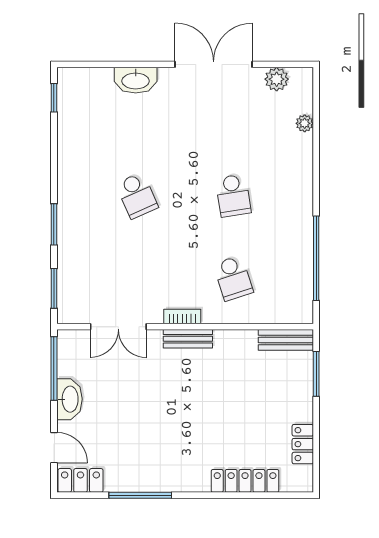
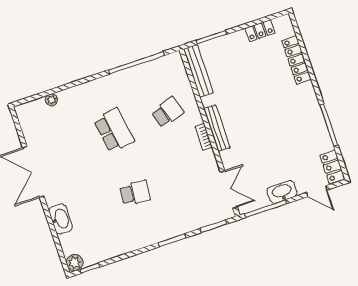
plant: (277, 79) -> (75, 263), moved
school desk: (137, 196) -> (135, 193), turned 30
school desk: (233, 196) -> (114, 130), width x1.85
double door: (118, 327) -> (229, 189), moved
bench: (188, 339) -> (217, 128), width x1.36
bench: (286, 340) -> (198, 71), width x1.36
door: (54, 448) -> (317, 191), swing flipped

